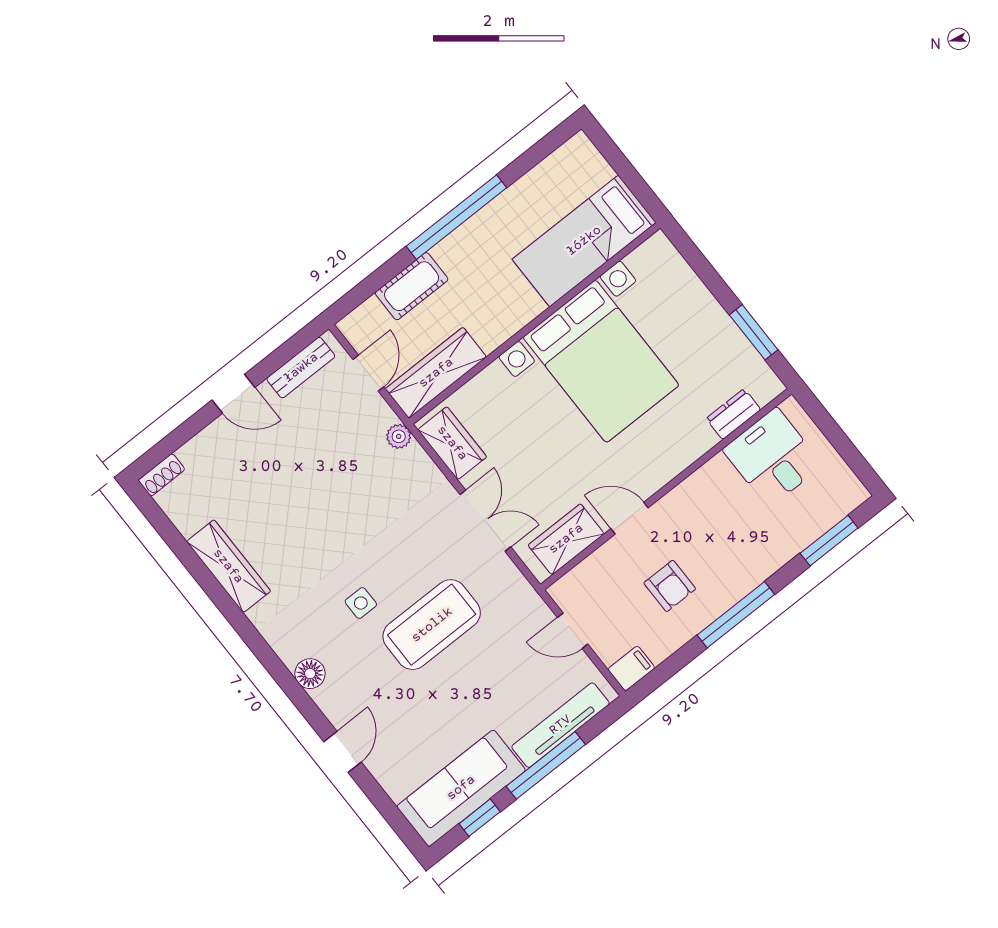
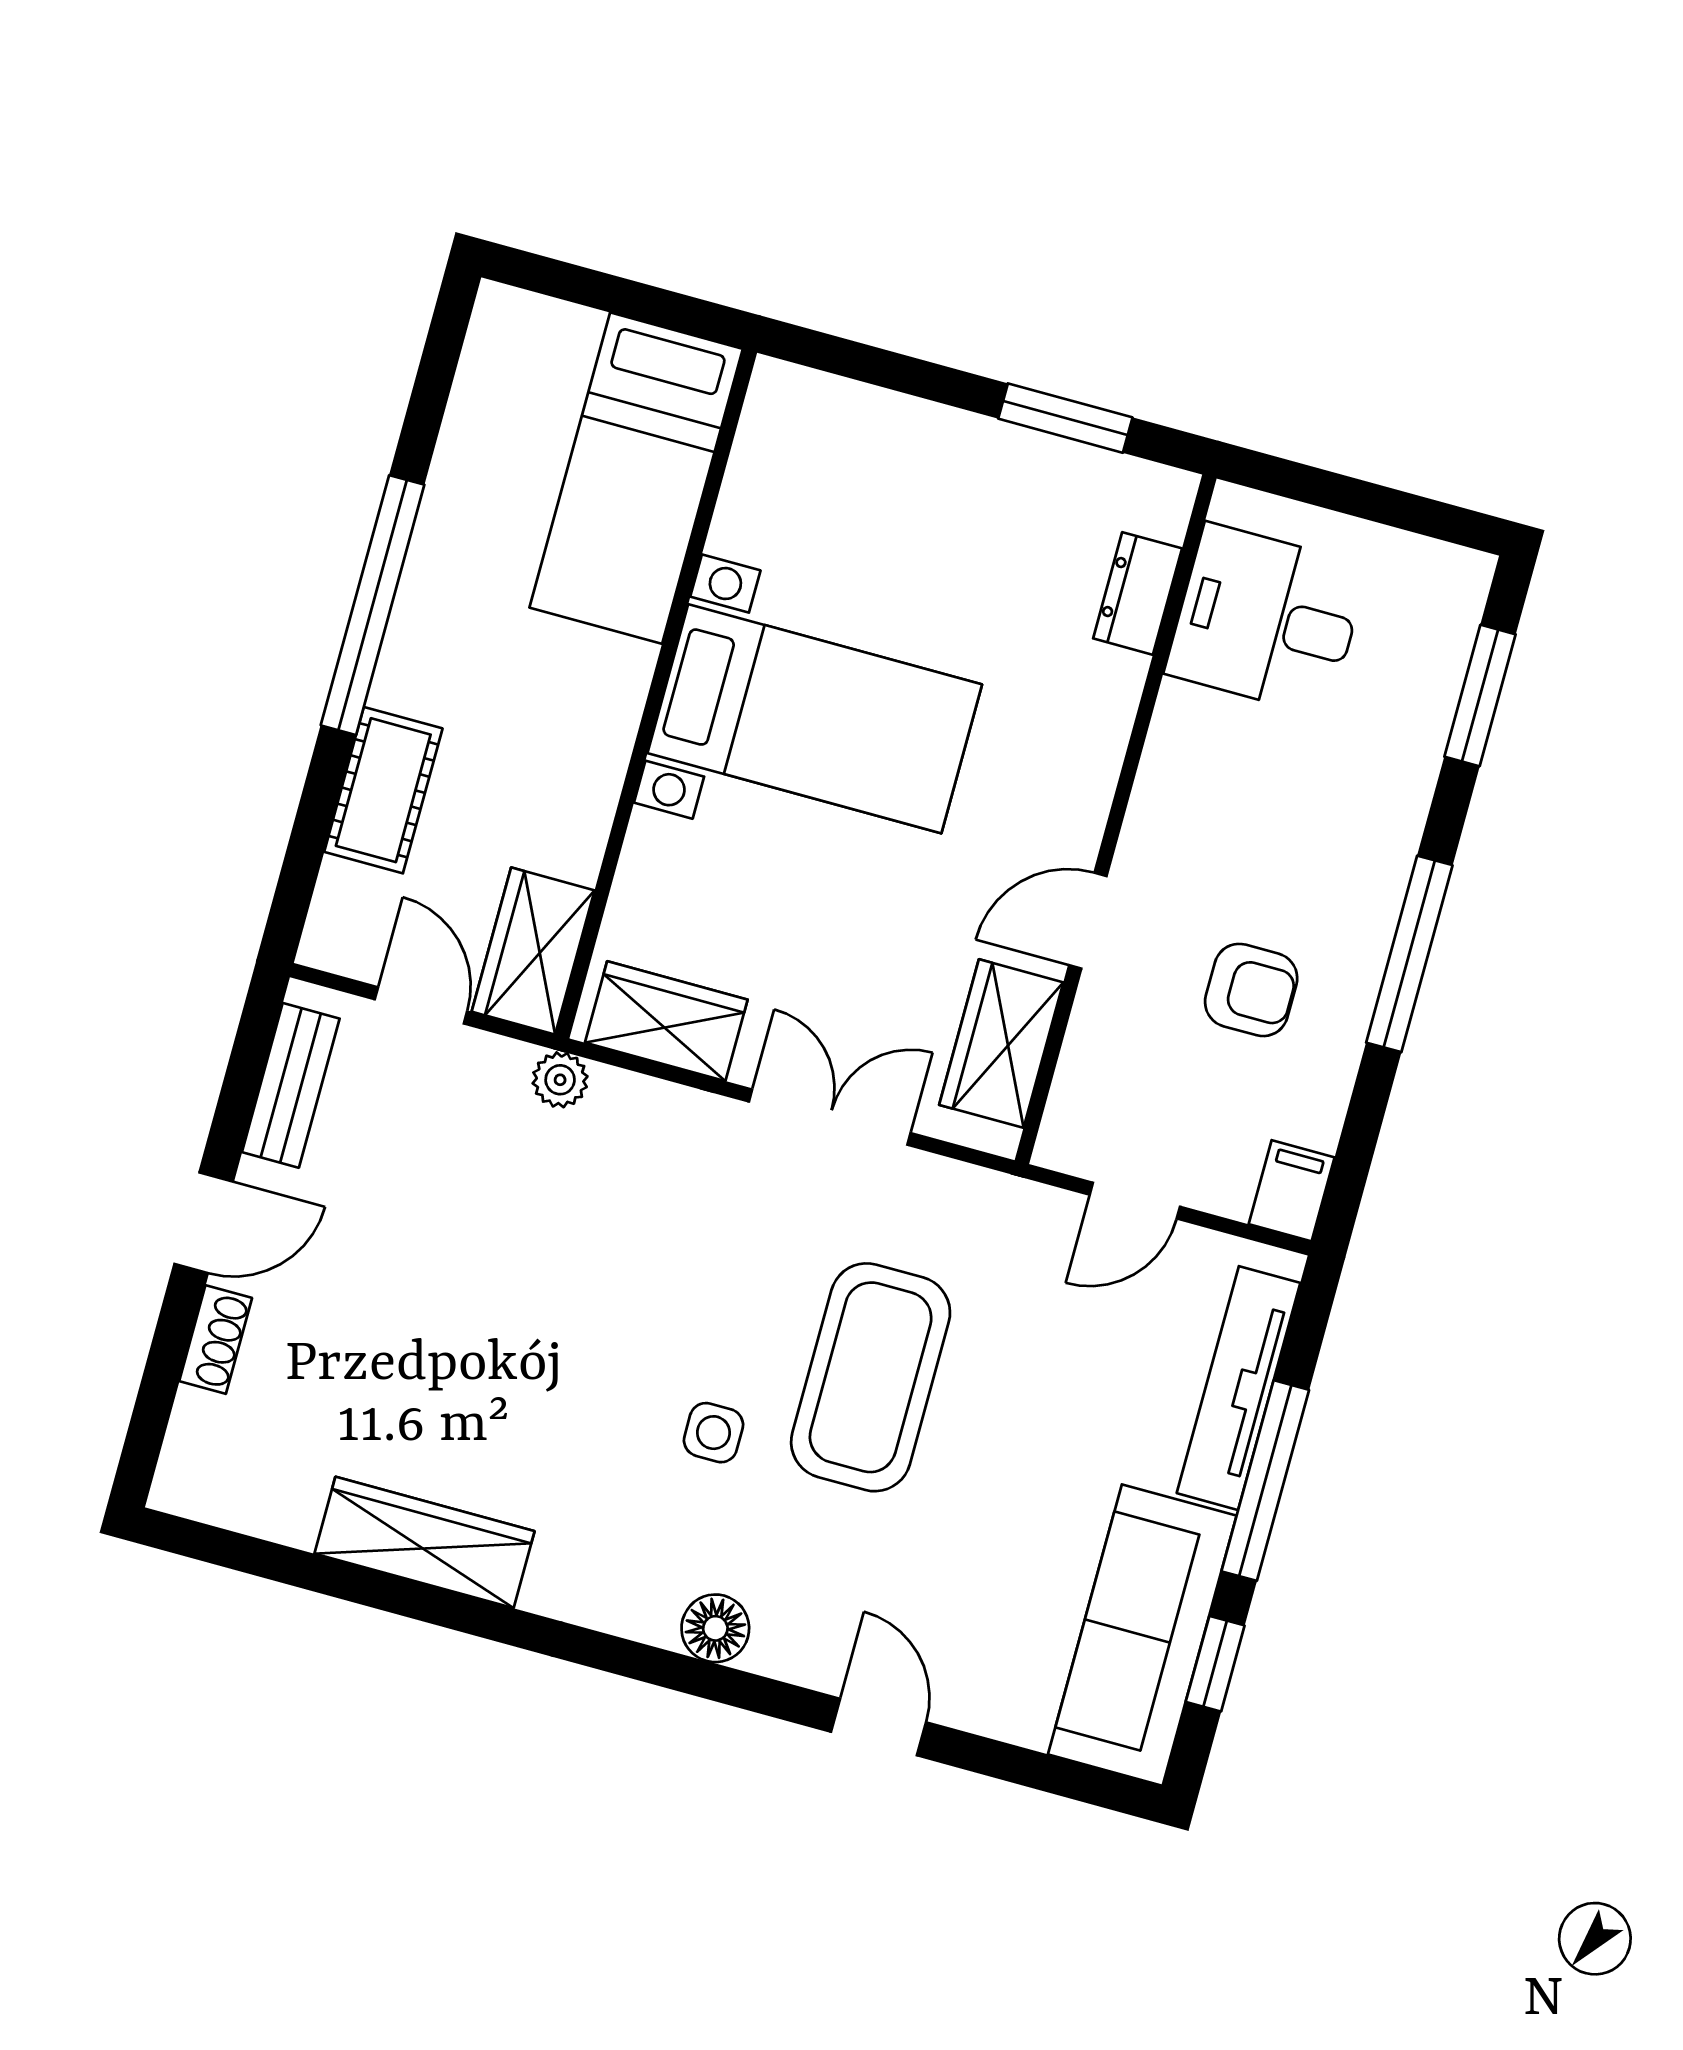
bed with nightstands: (601, 361) -> (815, 719), width x0.73
wardrobe: (436, 373) -> (533, 951), width x0.67
shoe rack: (162, 475) -> (216, 1340), moved

